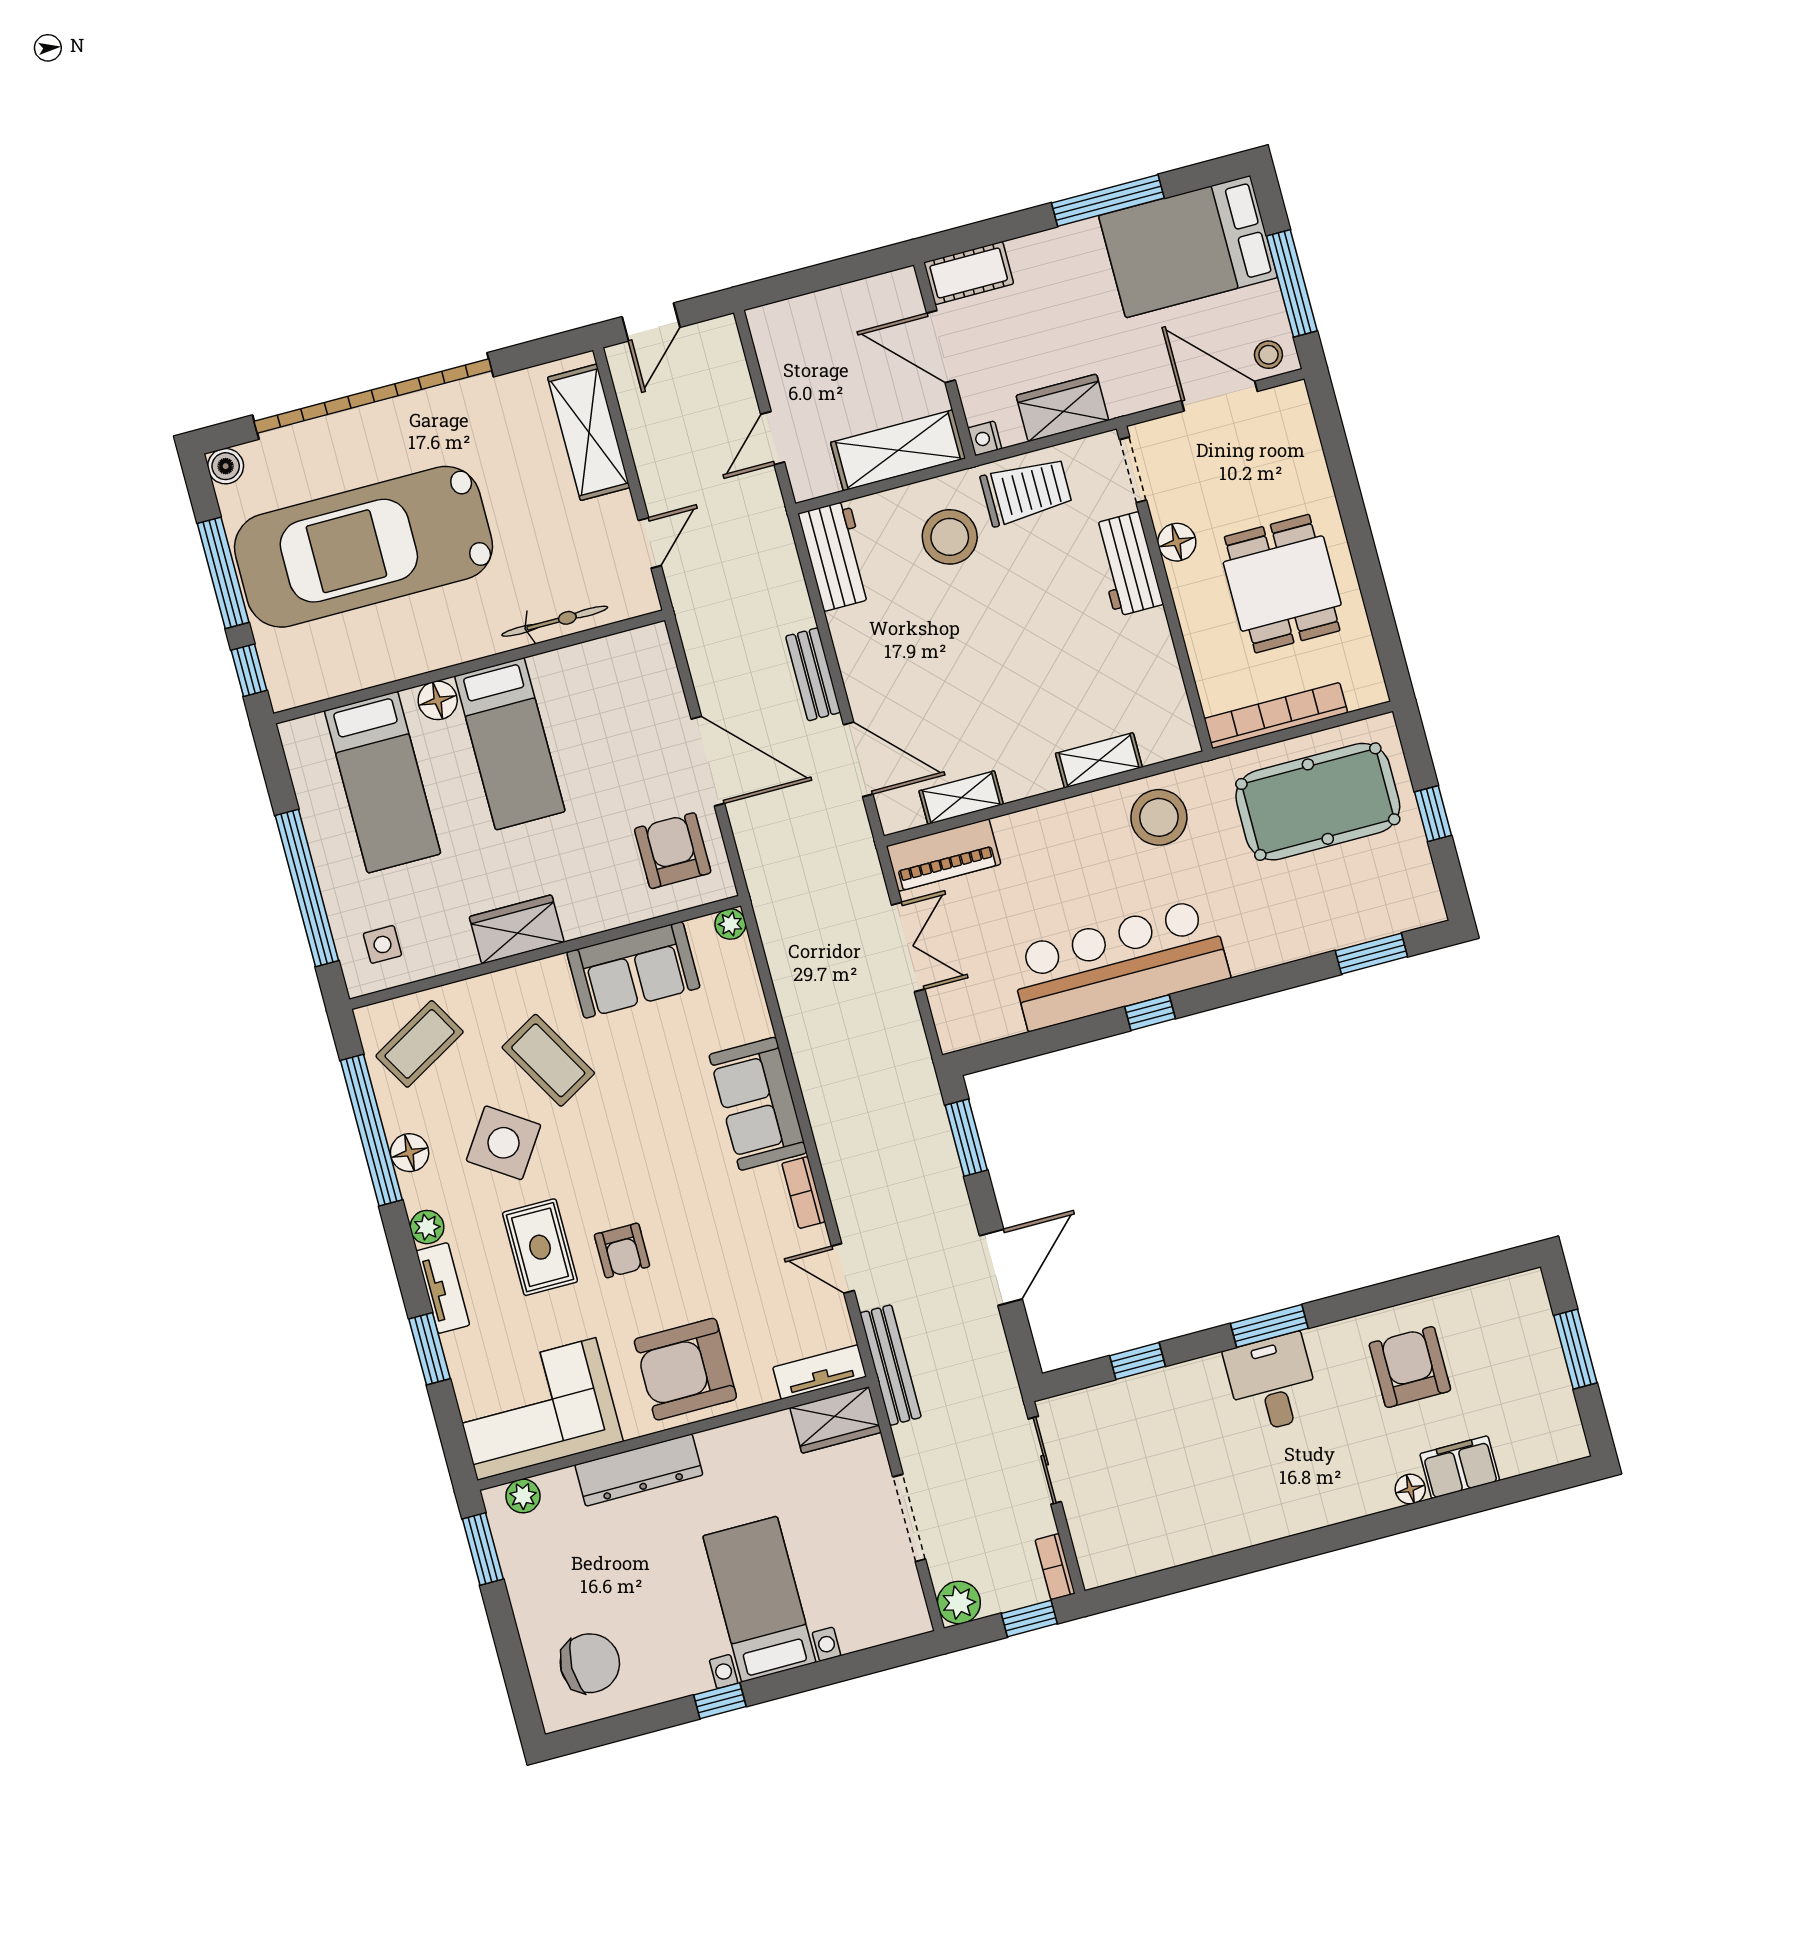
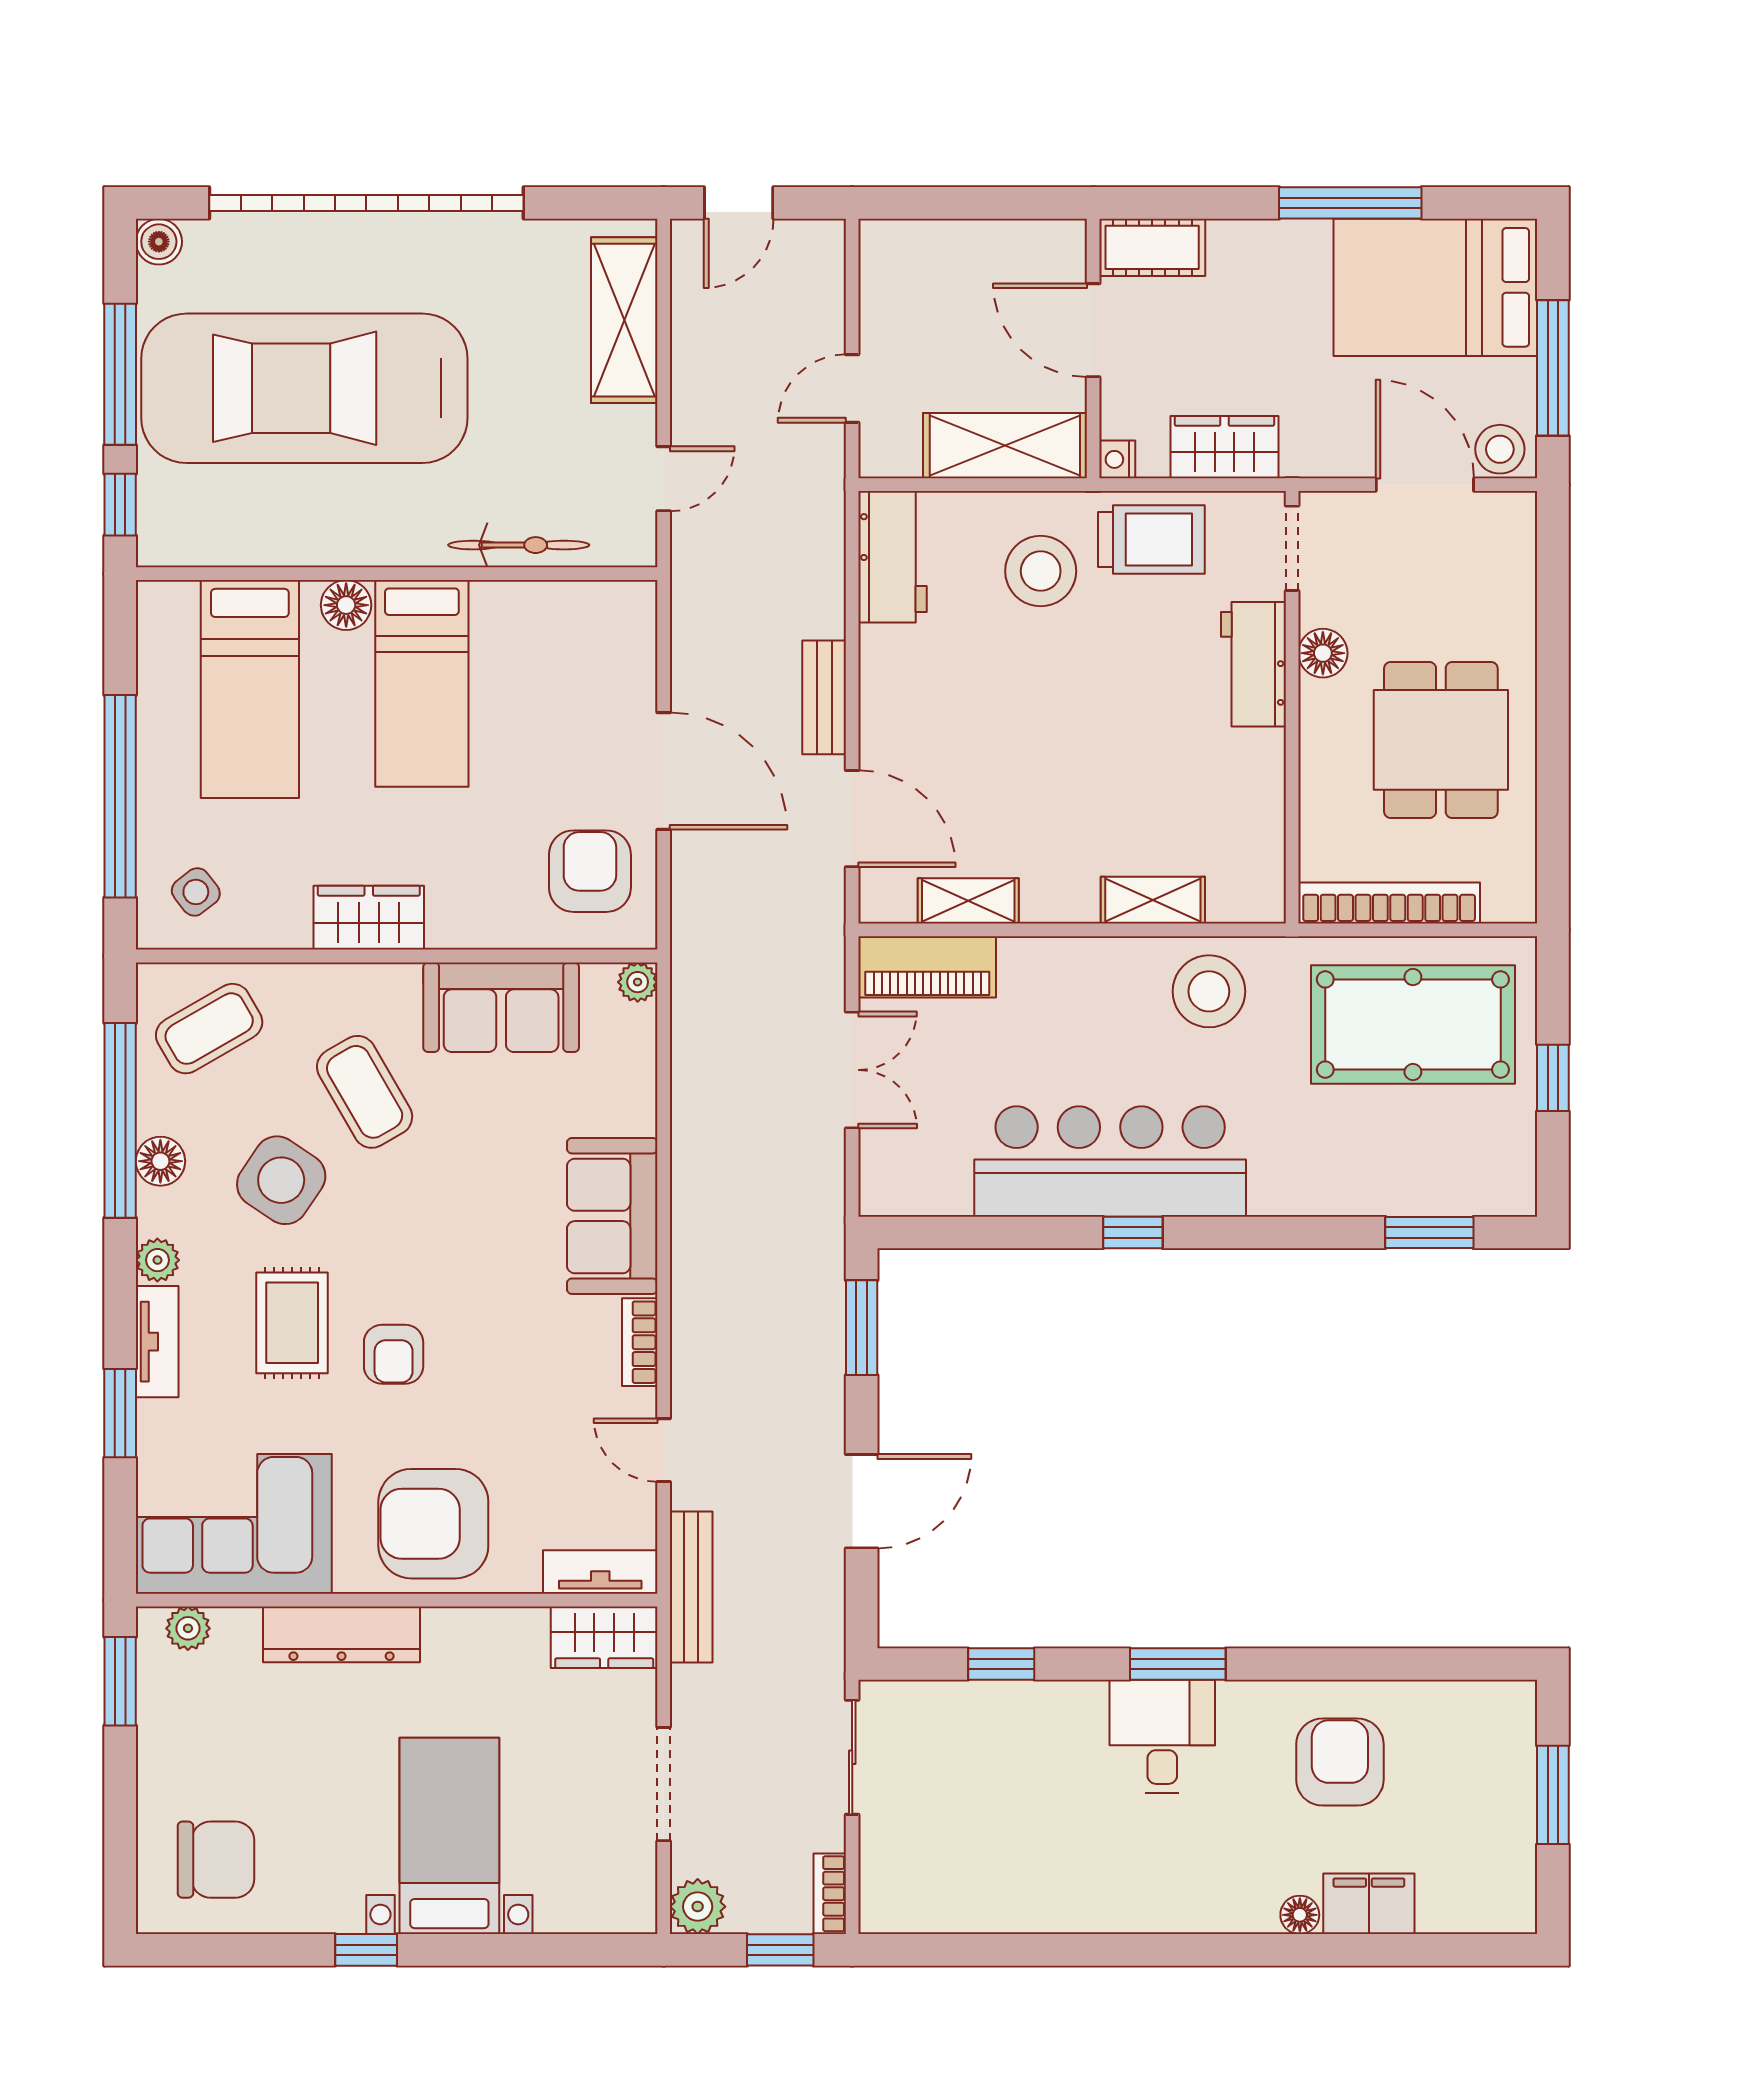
stool: (1268, 355) -> (1500, 449), width x1.37, depth x1.37
side table: (382, 944) -> (196, 892), turned -38

